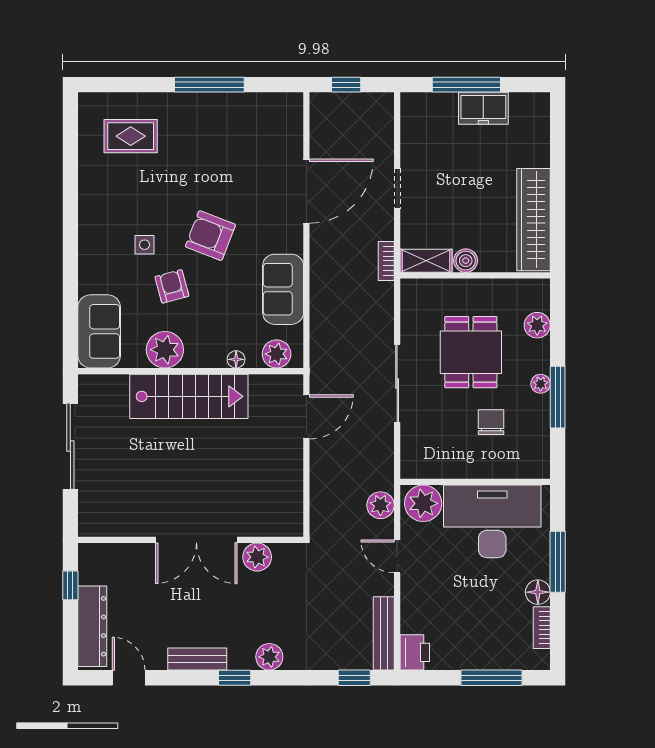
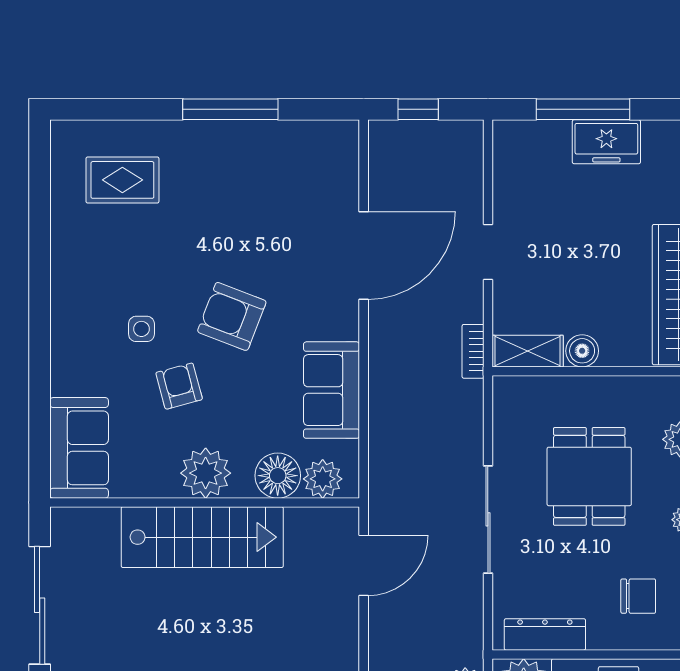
plant: (165, 350) -> (206, 473), moved
floor lamp: (236, 359) -> (278, 476), width x1.89, depth x1.89
chair: (491, 422) -> (638, 596), moved, turned 90
dresser: (439, 467) -> (545, 634), added

